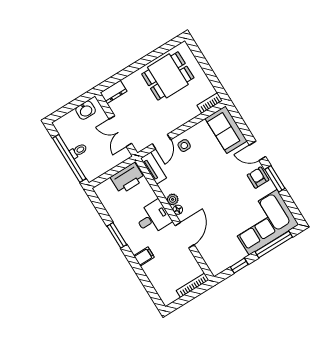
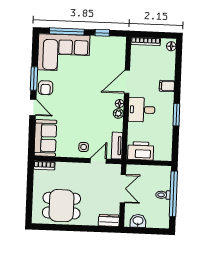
floor lamp: (165, 297) -> (171, 46), added

